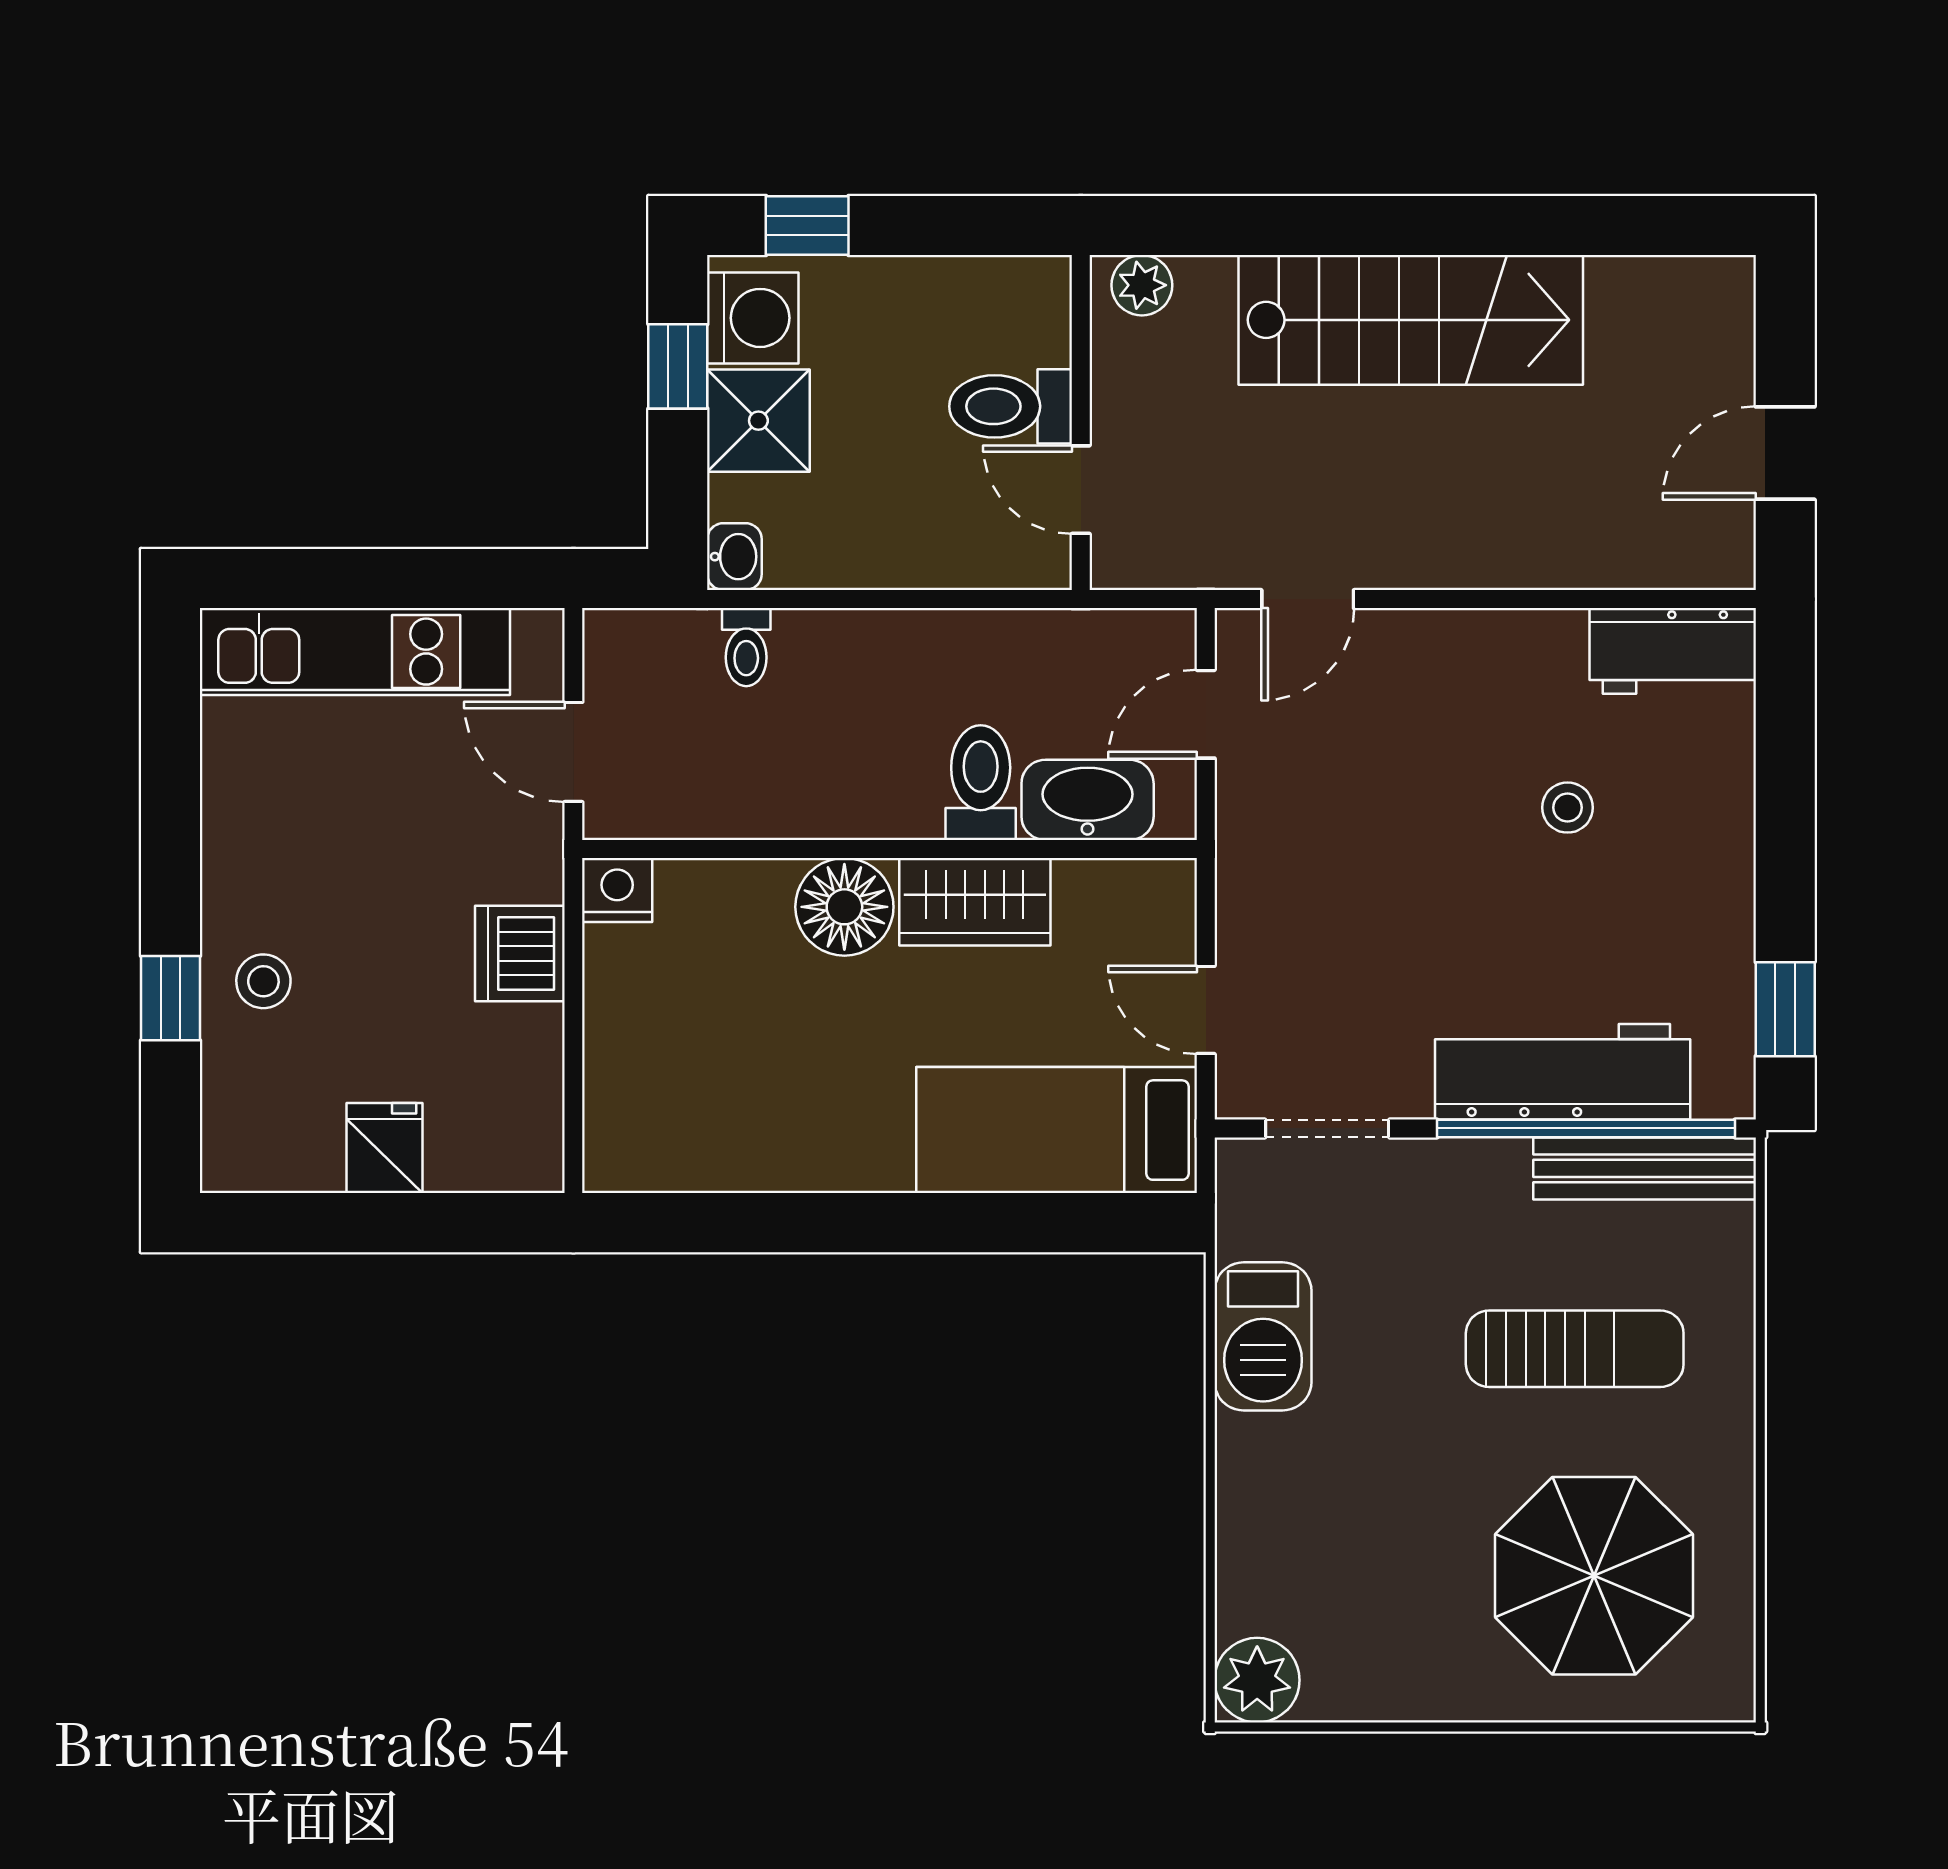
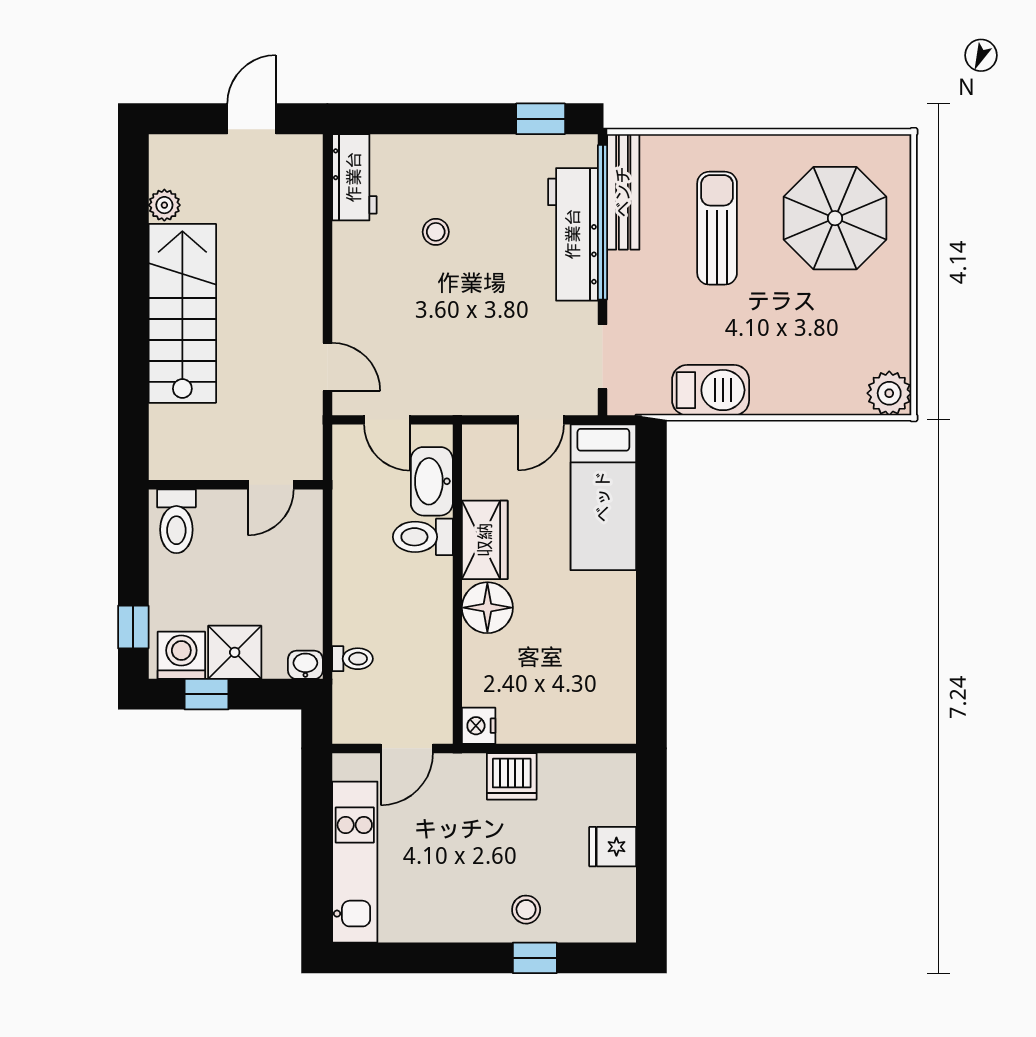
plant: (1142, 285) -> (164, 205), moved
toilet: (1011, 406) -> (176, 521), moved
door: (1785, 453) -> (252, 119), swing flipped

